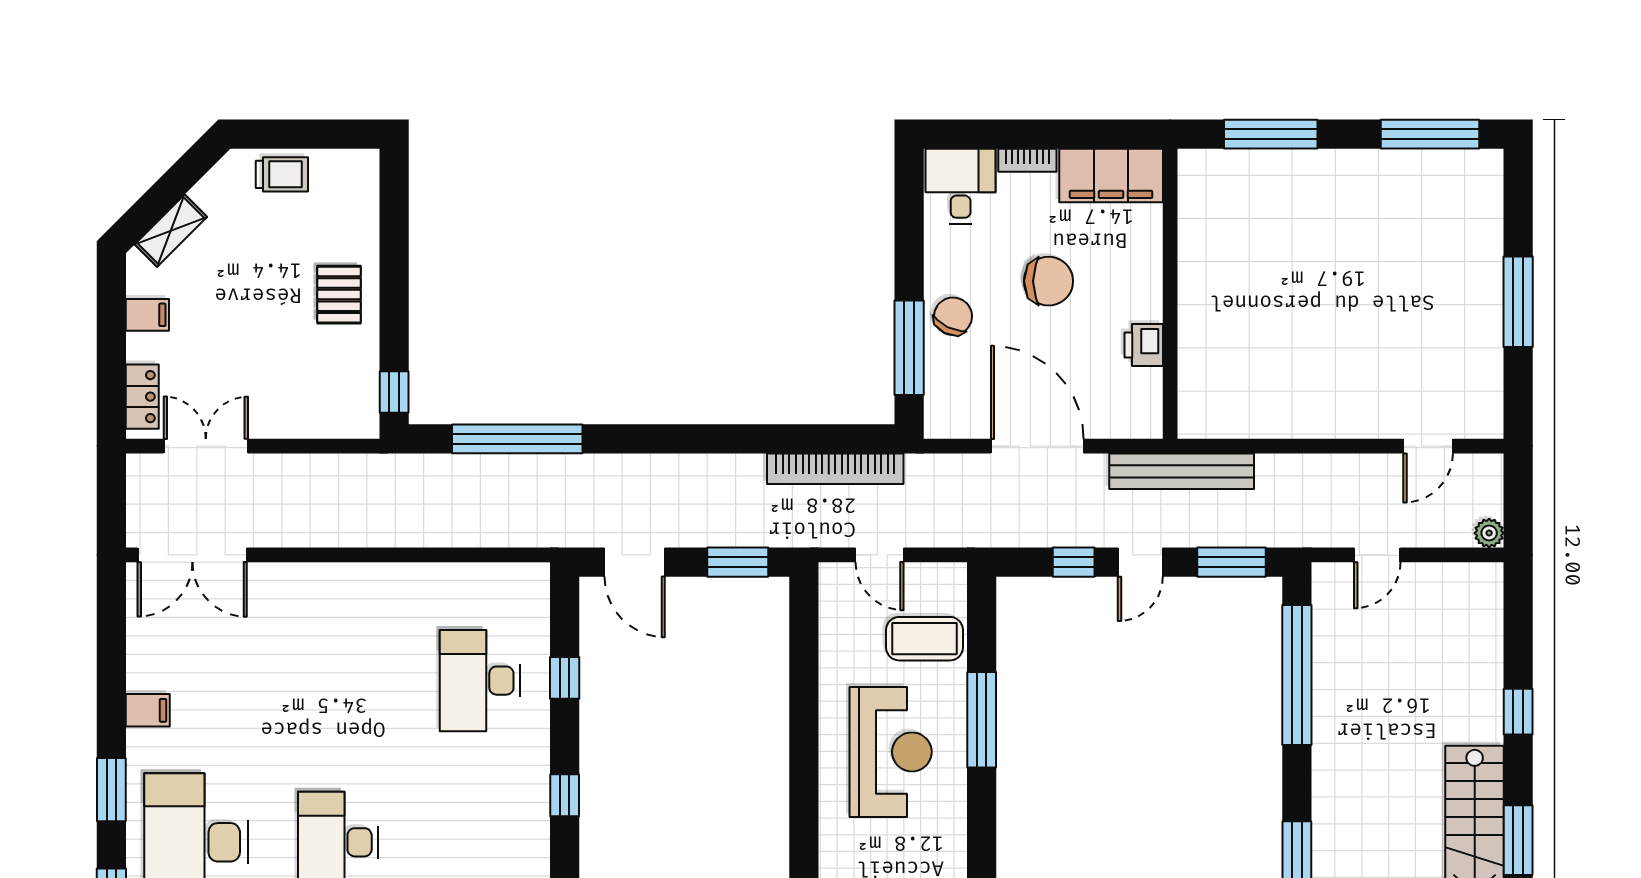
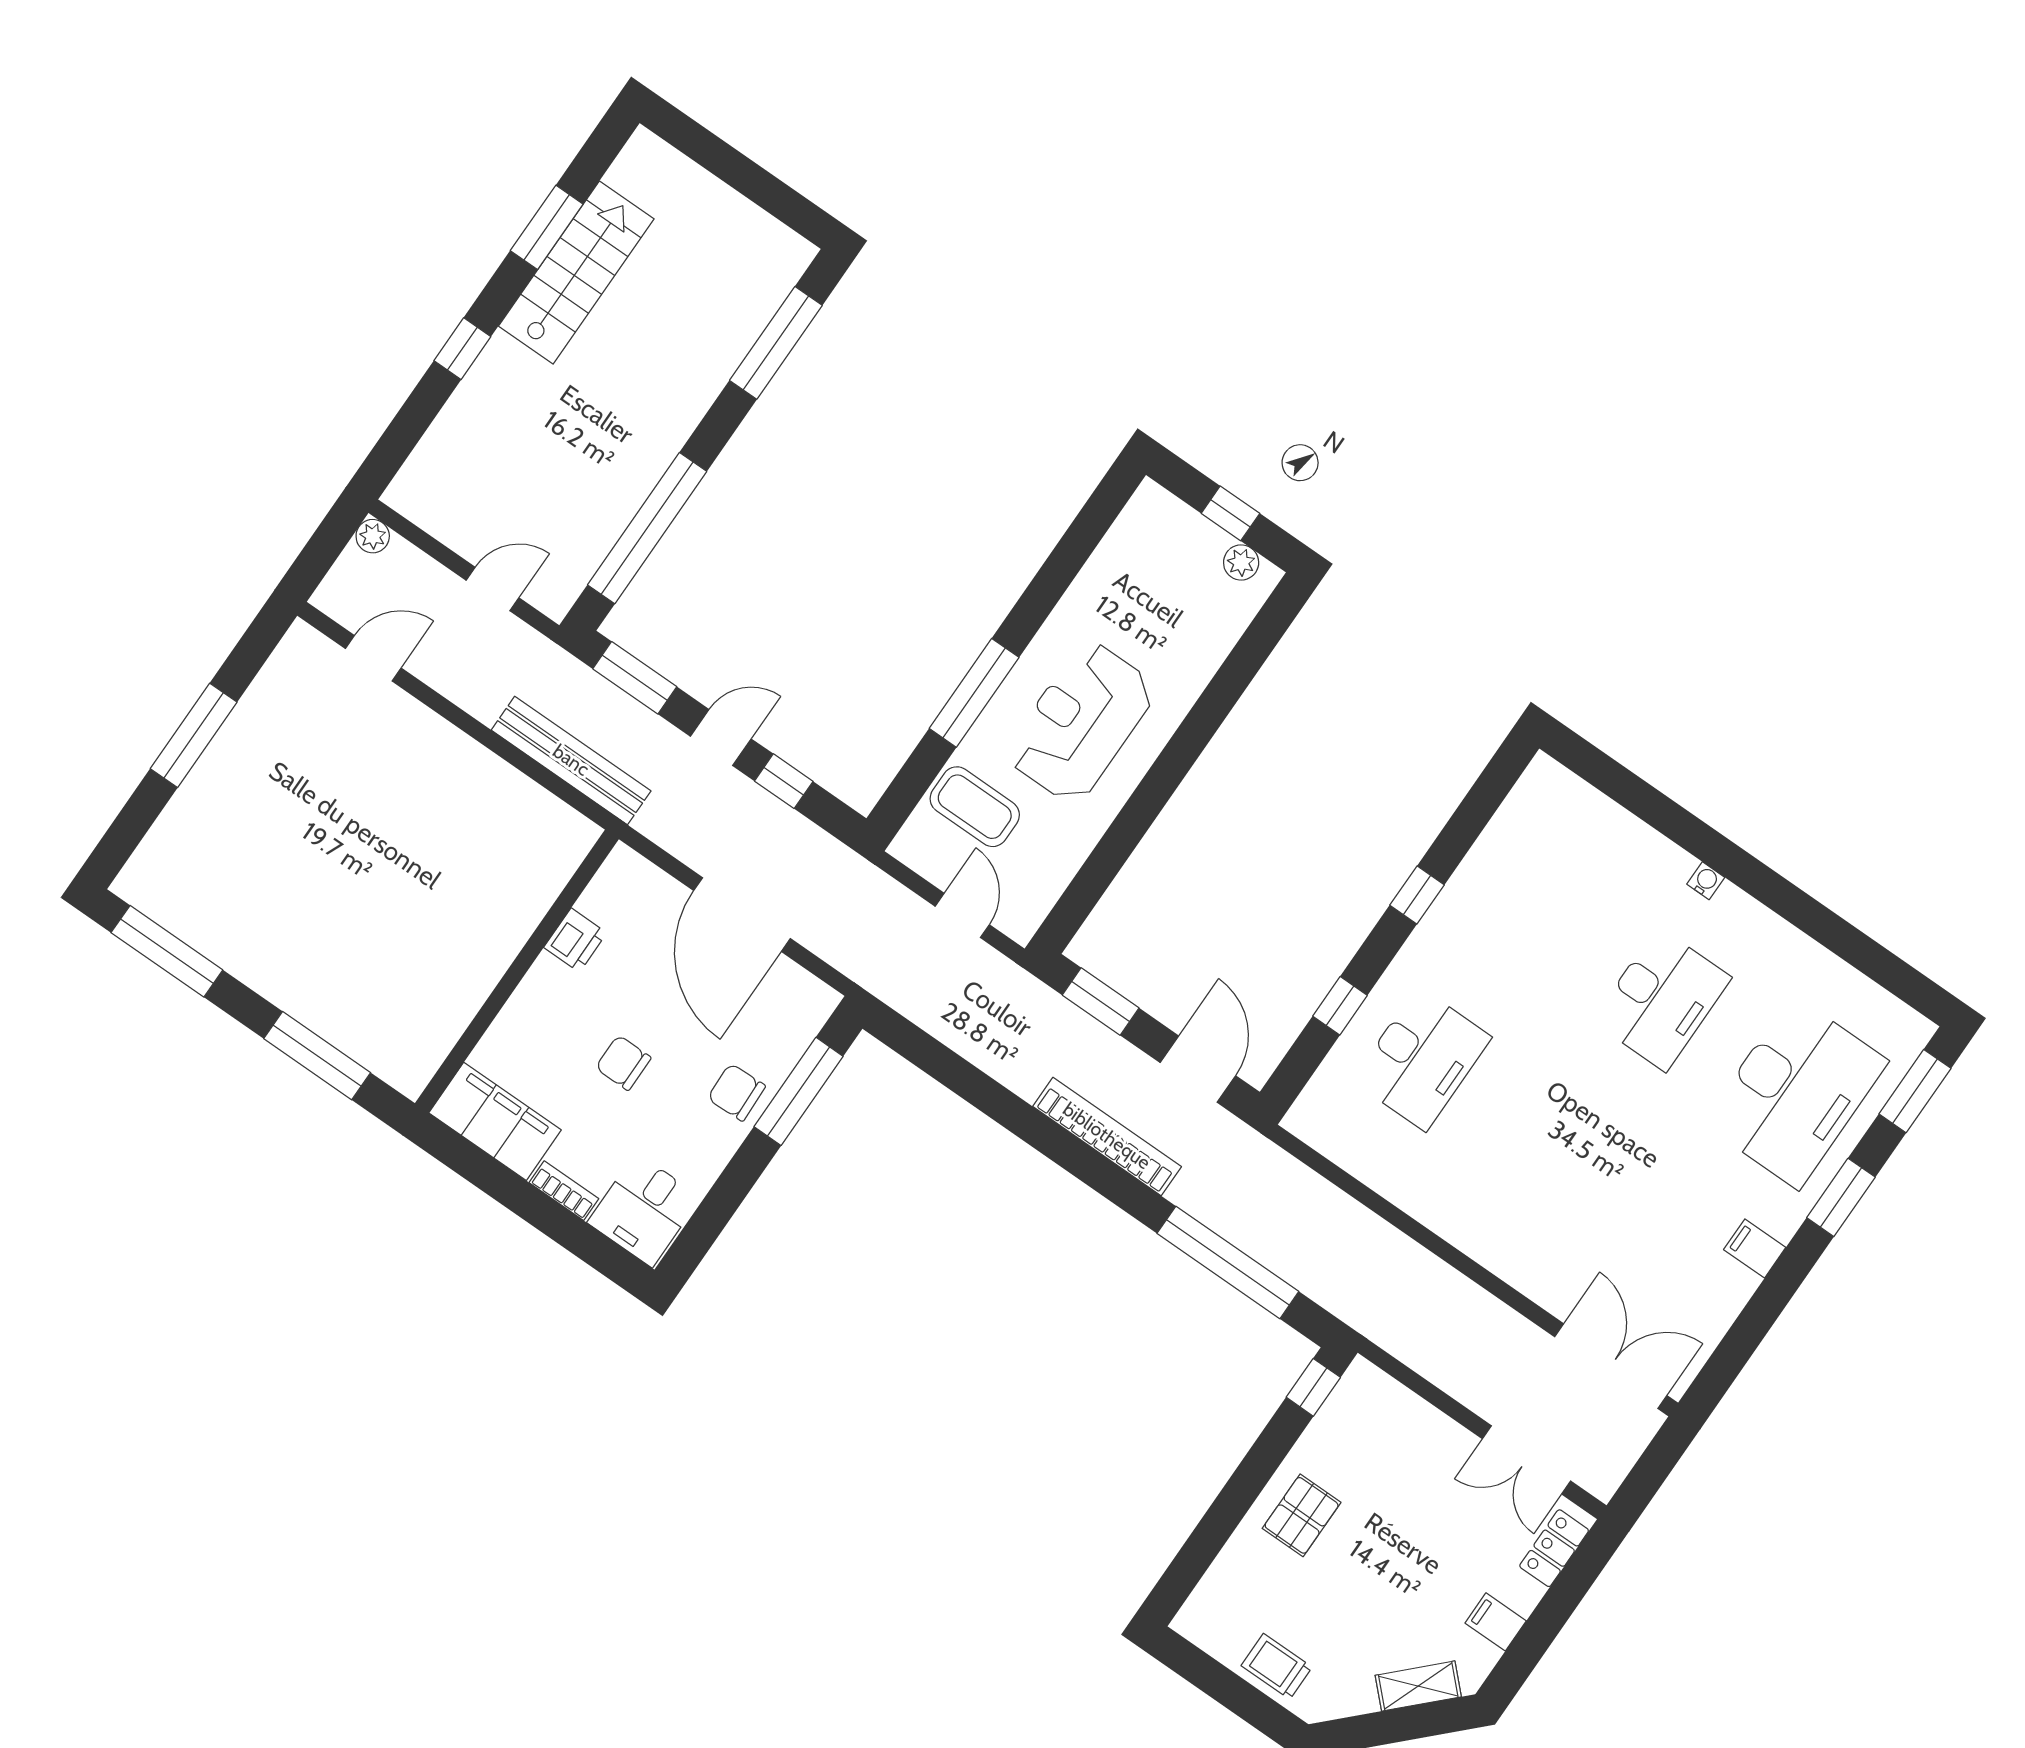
chair: (1049, 281) -> (623, 1063), width x0.73, depth x0.73
chair: (953, 316) -> (736, 1092), turned 62
bookcase: (835, 469) -> (1107, 1136), moved
bench: (1182, 471) -> (571, 760), moved

